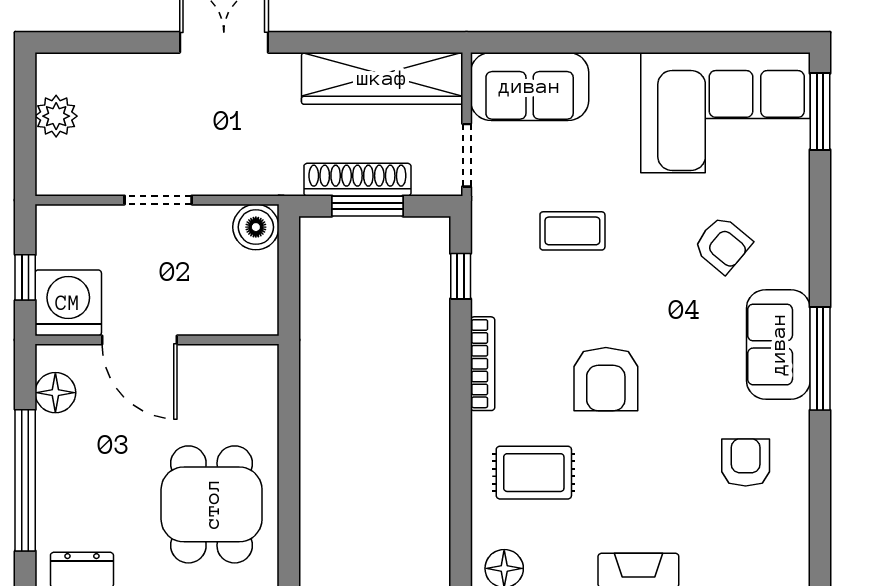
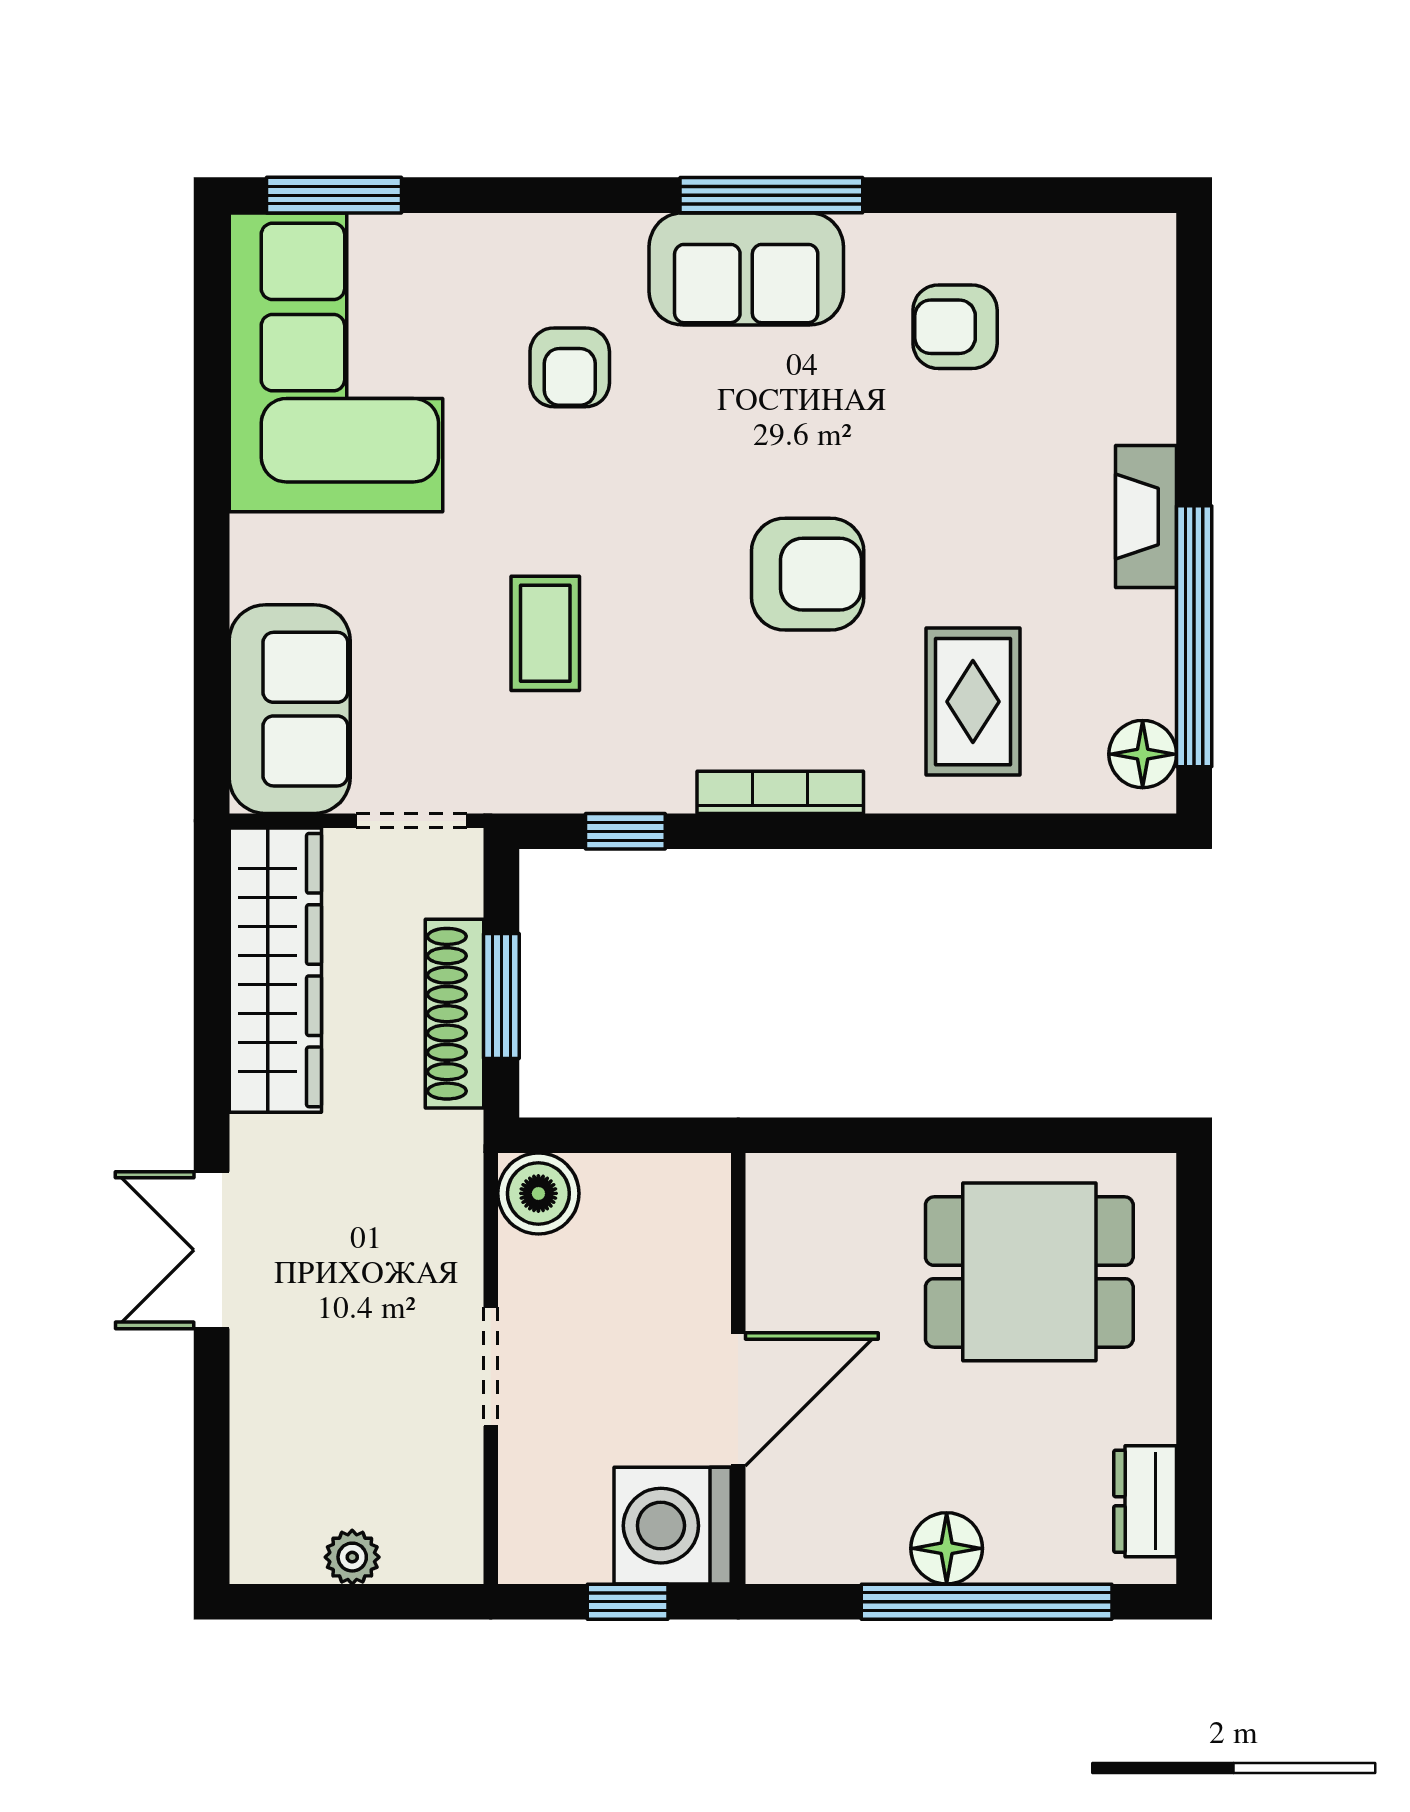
plant: (56, 116) -> (352, 1557), width x0.73, depth x0.73
armchair: (723, 245) -> (570, 367), turned 140
floor lamp: (55, 393) -> (947, 1548), moved

